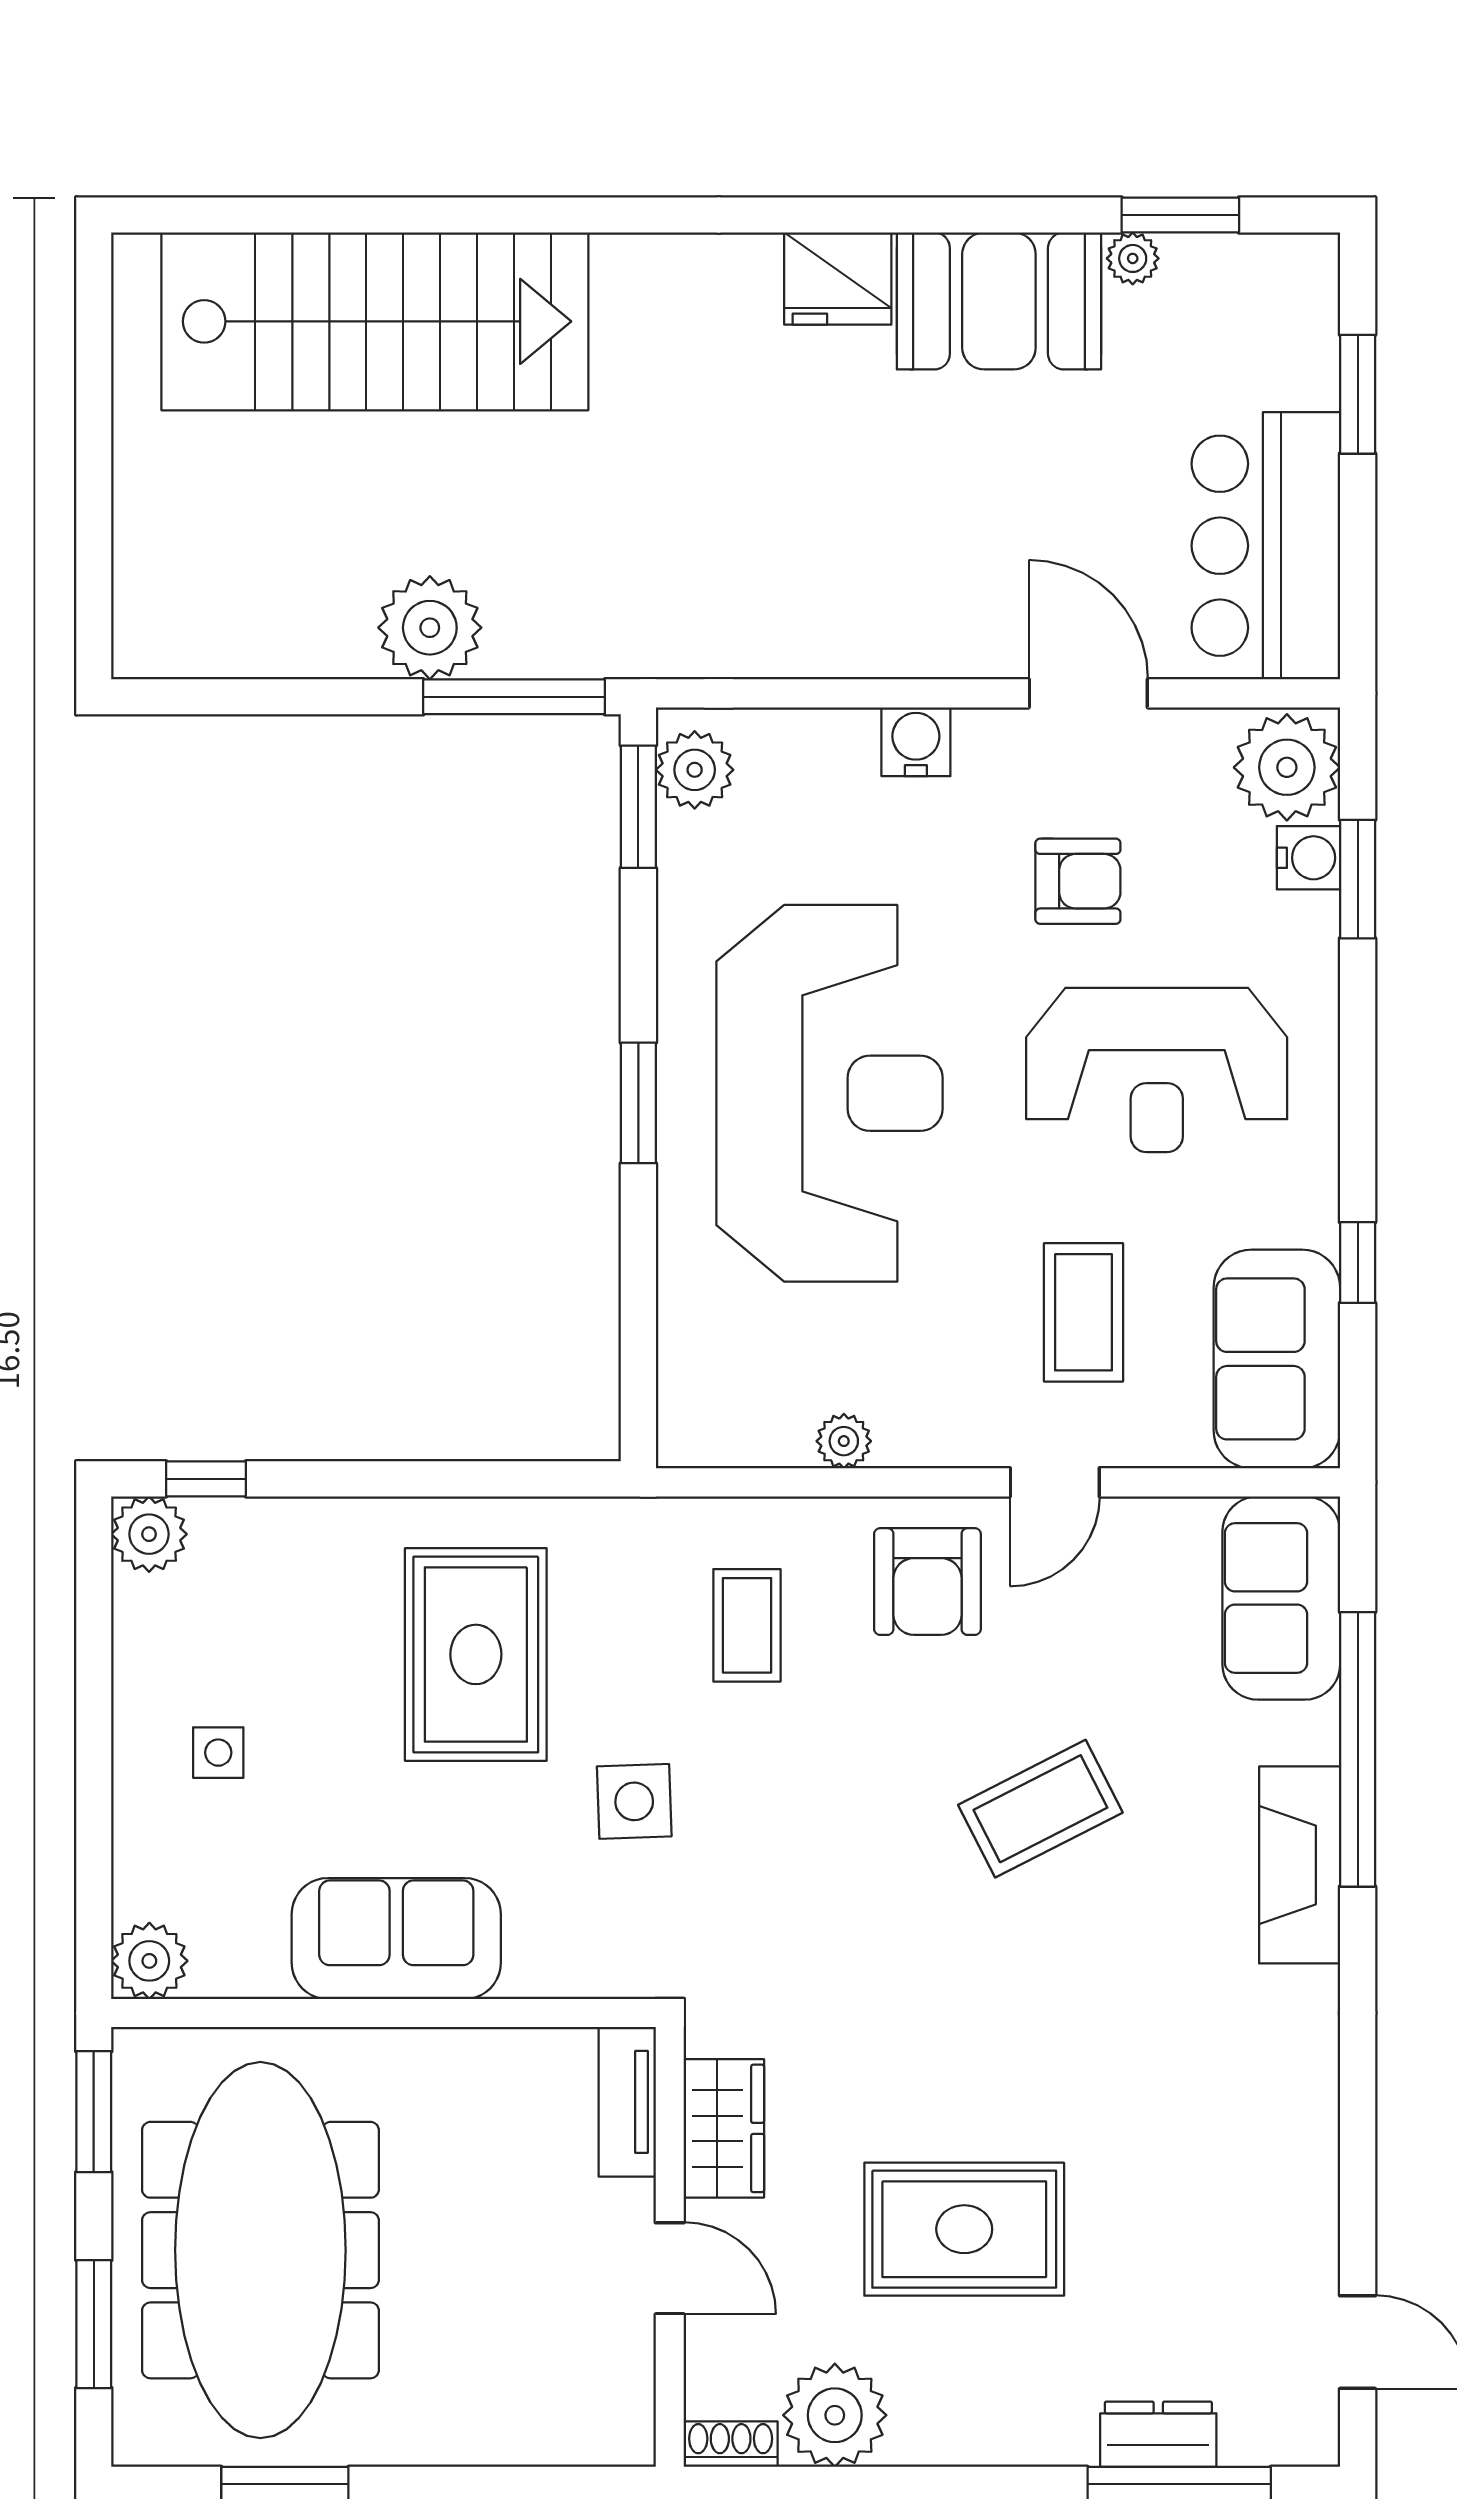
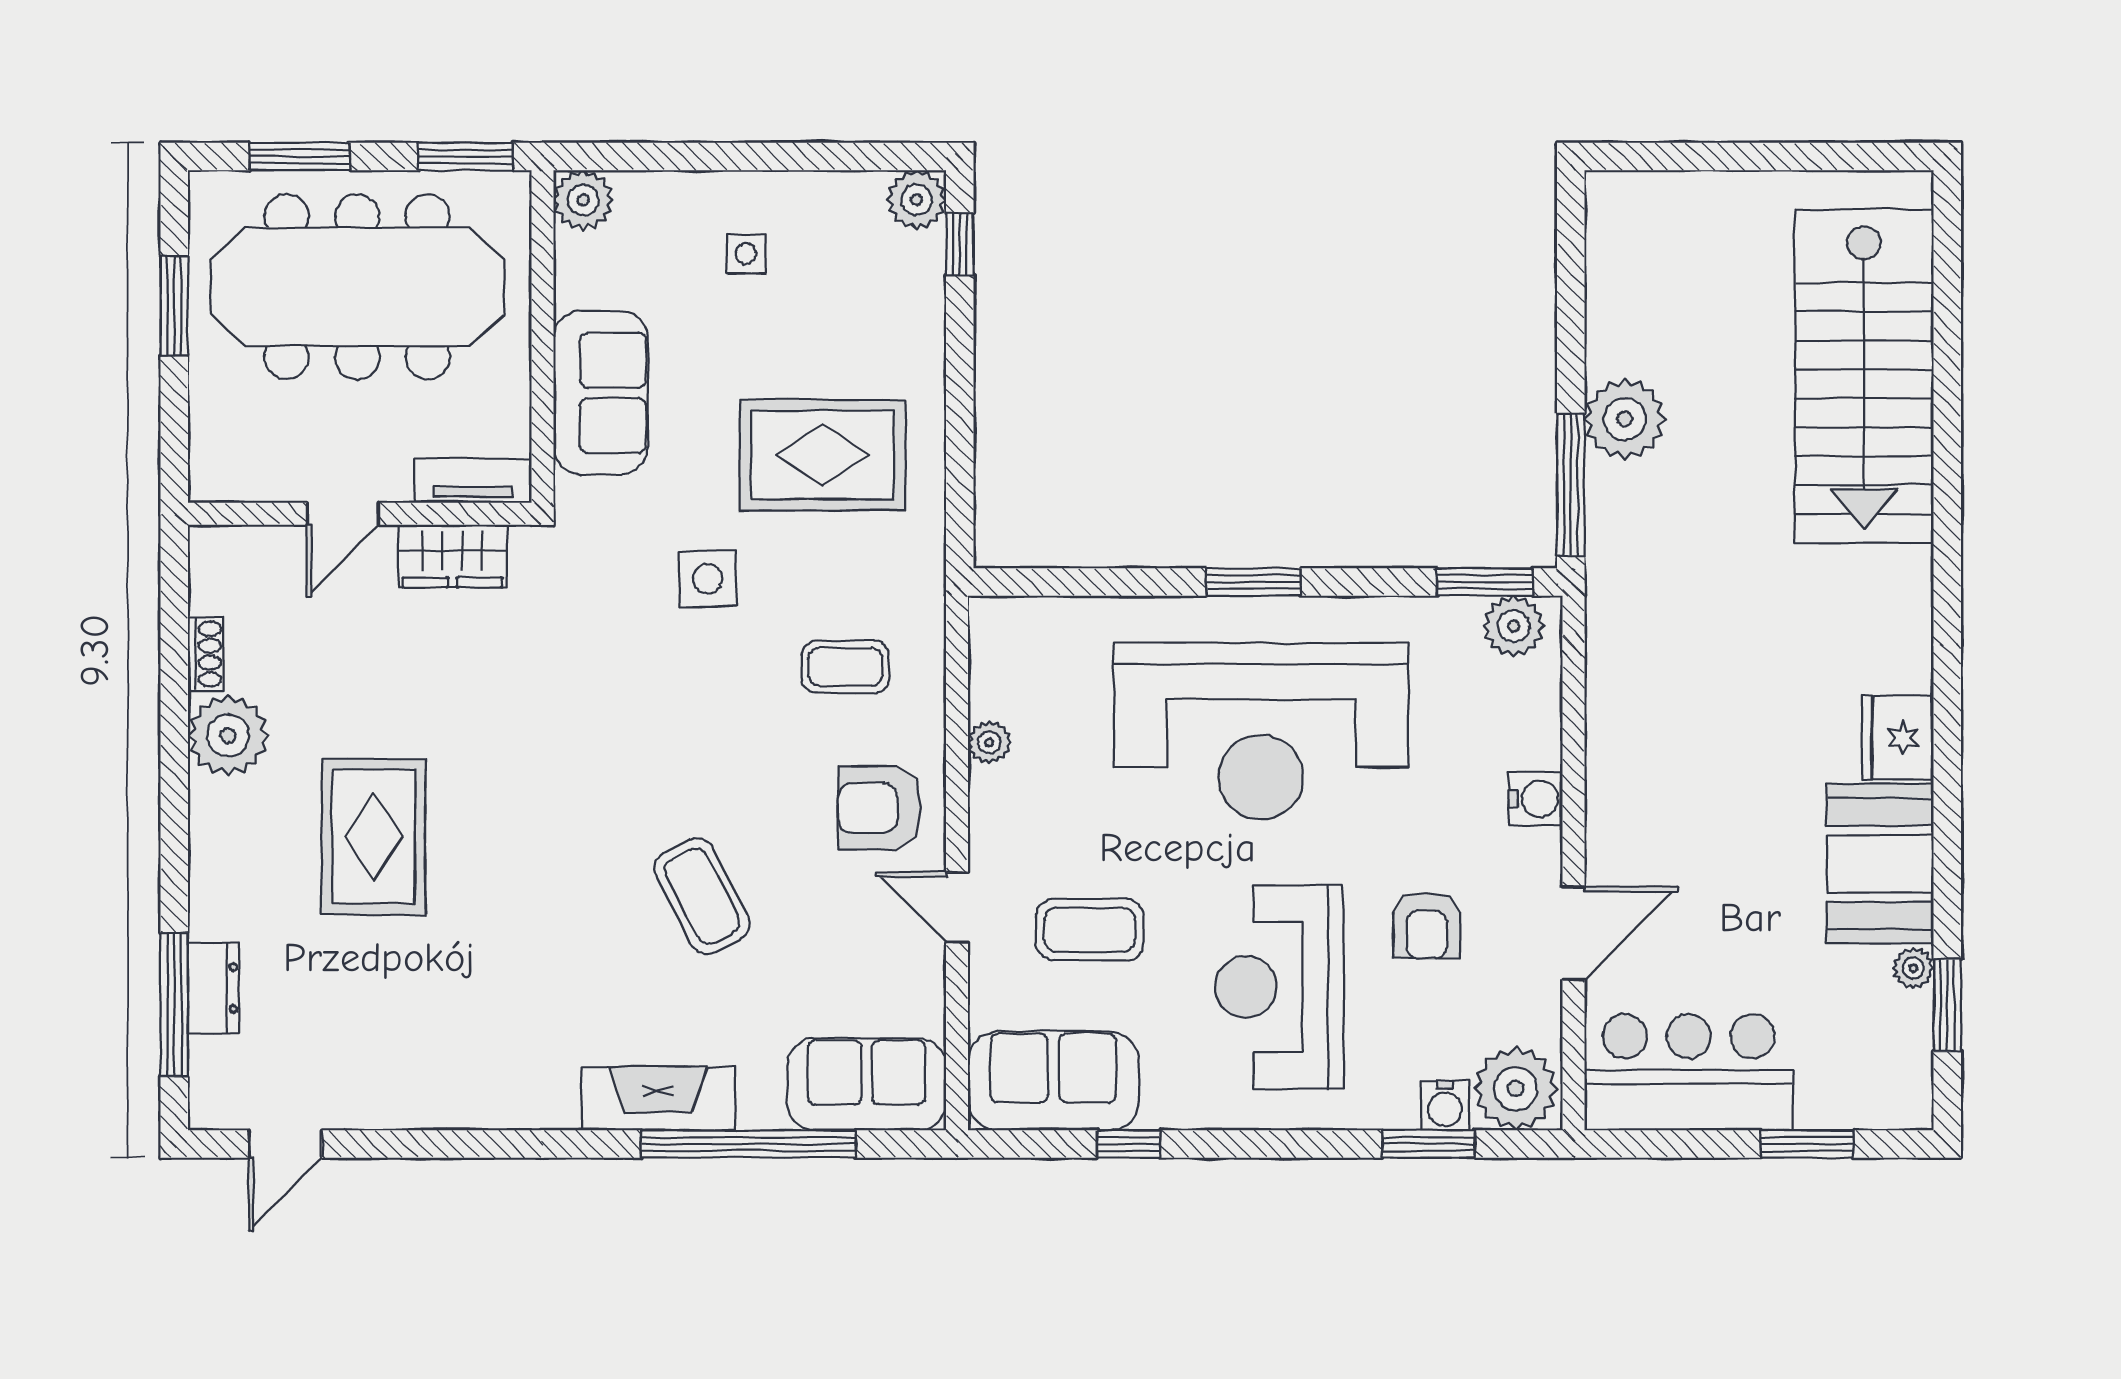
tv unit: (627, 2102) -> (473, 481), moved
wardrobe: (724, 2128) -> (452, 556), moved
wall: (670, 2247) -> (360, 514), moved
door: (670, 2268) -> (343, 514), moved

